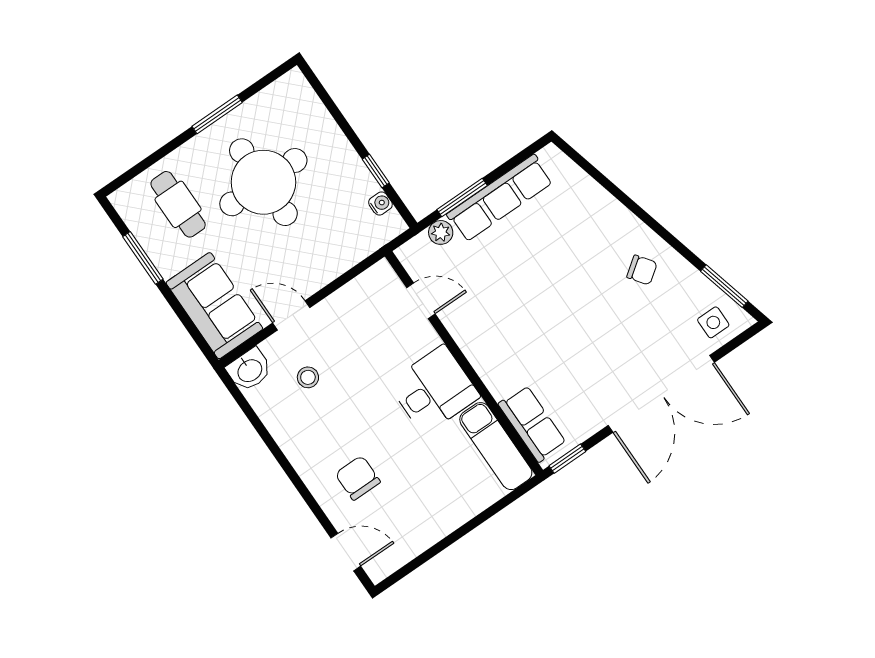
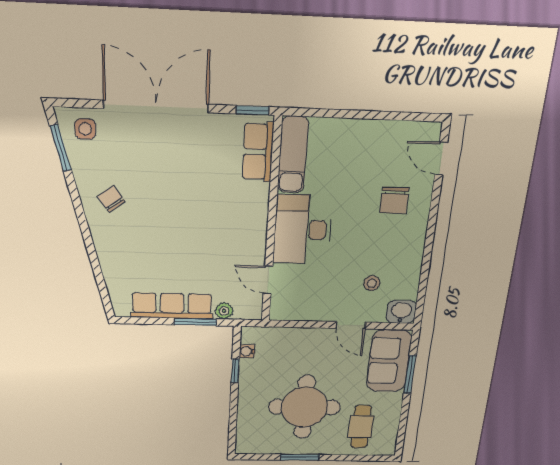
window: (143, 258) -> (410, 375), moved
desk: (434, 390) -> (303, 230), width x1.37

